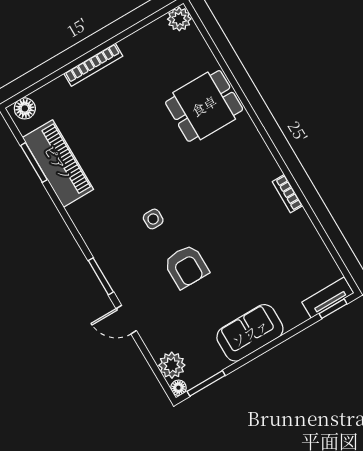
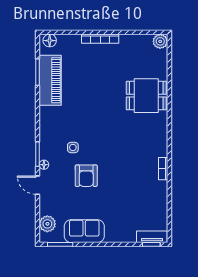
side table: (153, 219) -> (73, 147), moved
sofa: (250, 333) -> (84, 231), moved
floor lamp: (178, 388) -> (44, 165), moved

